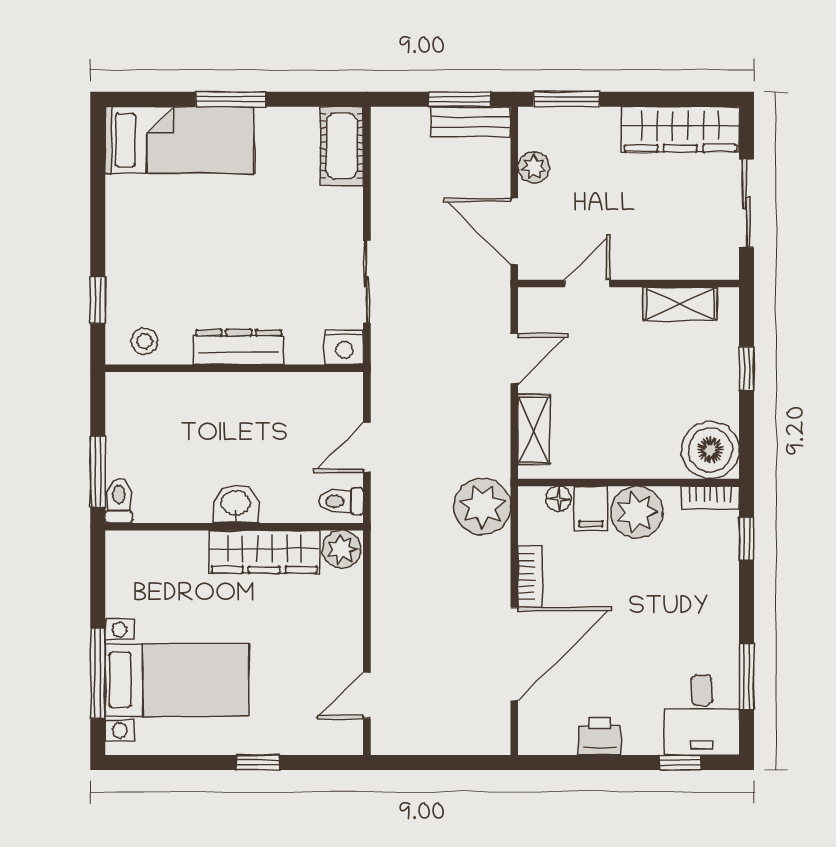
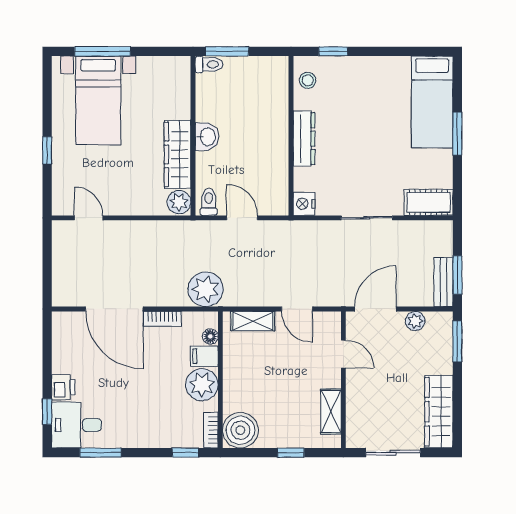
sliding door: (367, 281) -> (367, 218), moved
printer: (600, 736) -> (63, 387), moved

